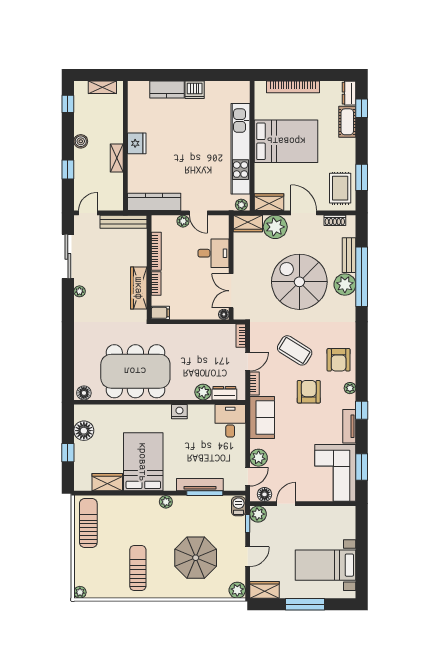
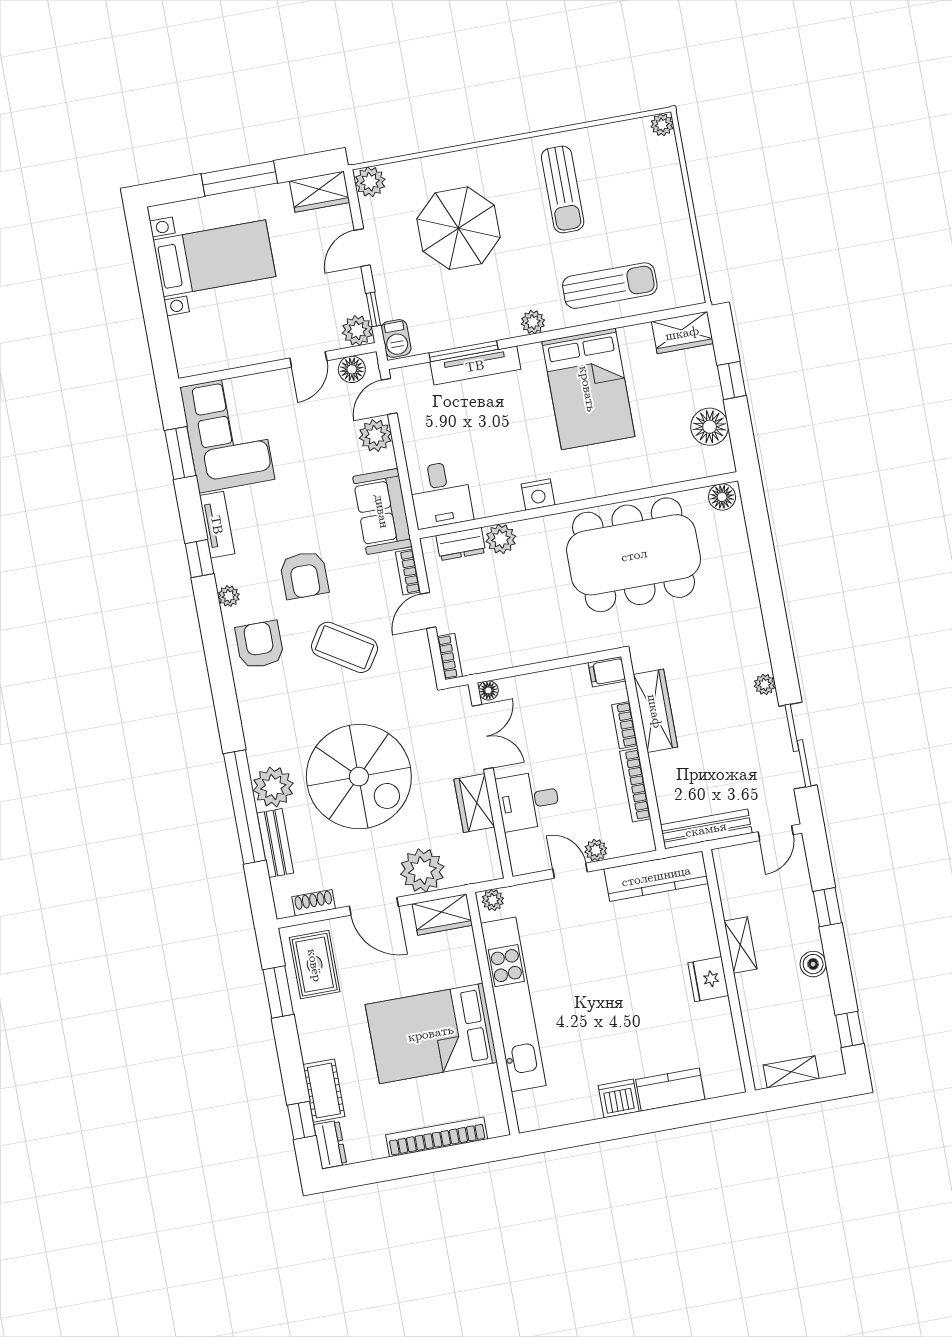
wardrobe: (248, 224) -> (474, 803), moved, turned -90
wardrobe: (107, 482) -> (682, 333), moved
sun lounger: (88, 523) -> (610, 286), moved, turned -90

